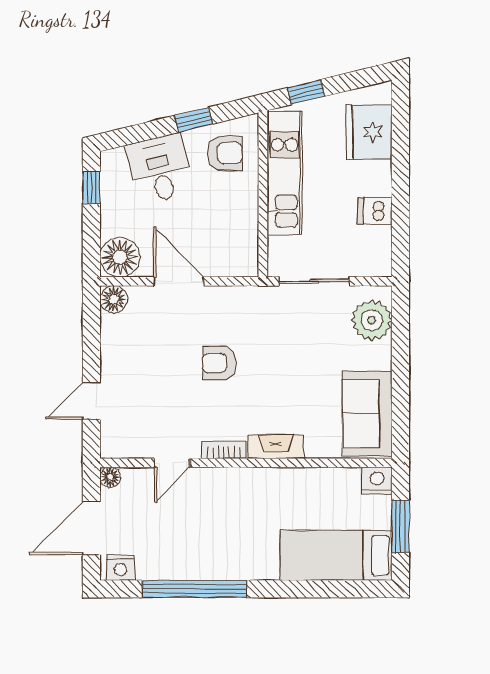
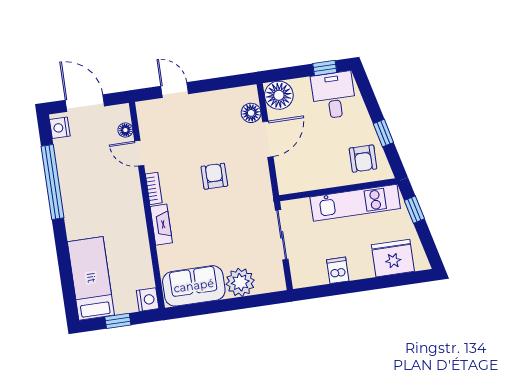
desk: (160, 169) -> (334, 95), moved, turned -76
floor lamp: (114, 299) -> (251, 113), moved
plant: (372, 320) -> (240, 282), moved
floor lamp: (110, 477) -> (125, 130), moved
window: (400, 526) -> (118, 321), width x0.67

